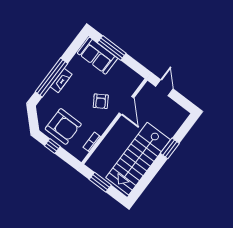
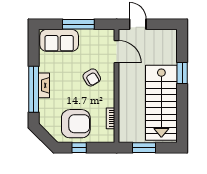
window: (112, 48) -> (78, 24), moved
door: (126, 105) -> (117, 52), moved

